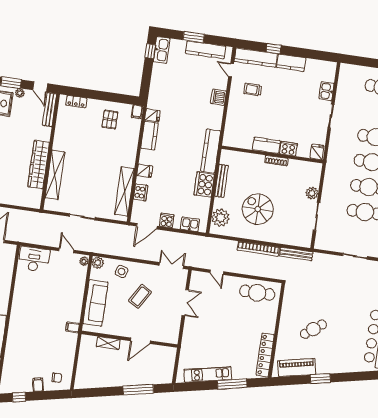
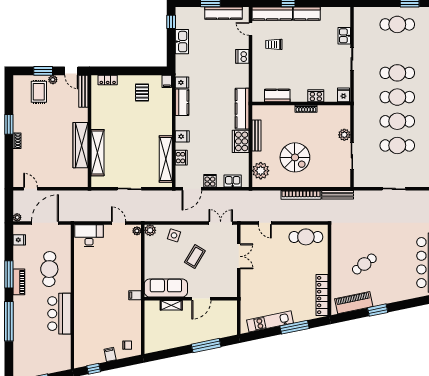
kitchen sink: (162, 50) -> (182, 42), moved
kitchen counter: (266, 145) -> (277, 96), moved
spiral stairs: (258, 209) -> (295, 157), turned 180
sofa: (96, 303) -> (166, 288), moved, turned -90

